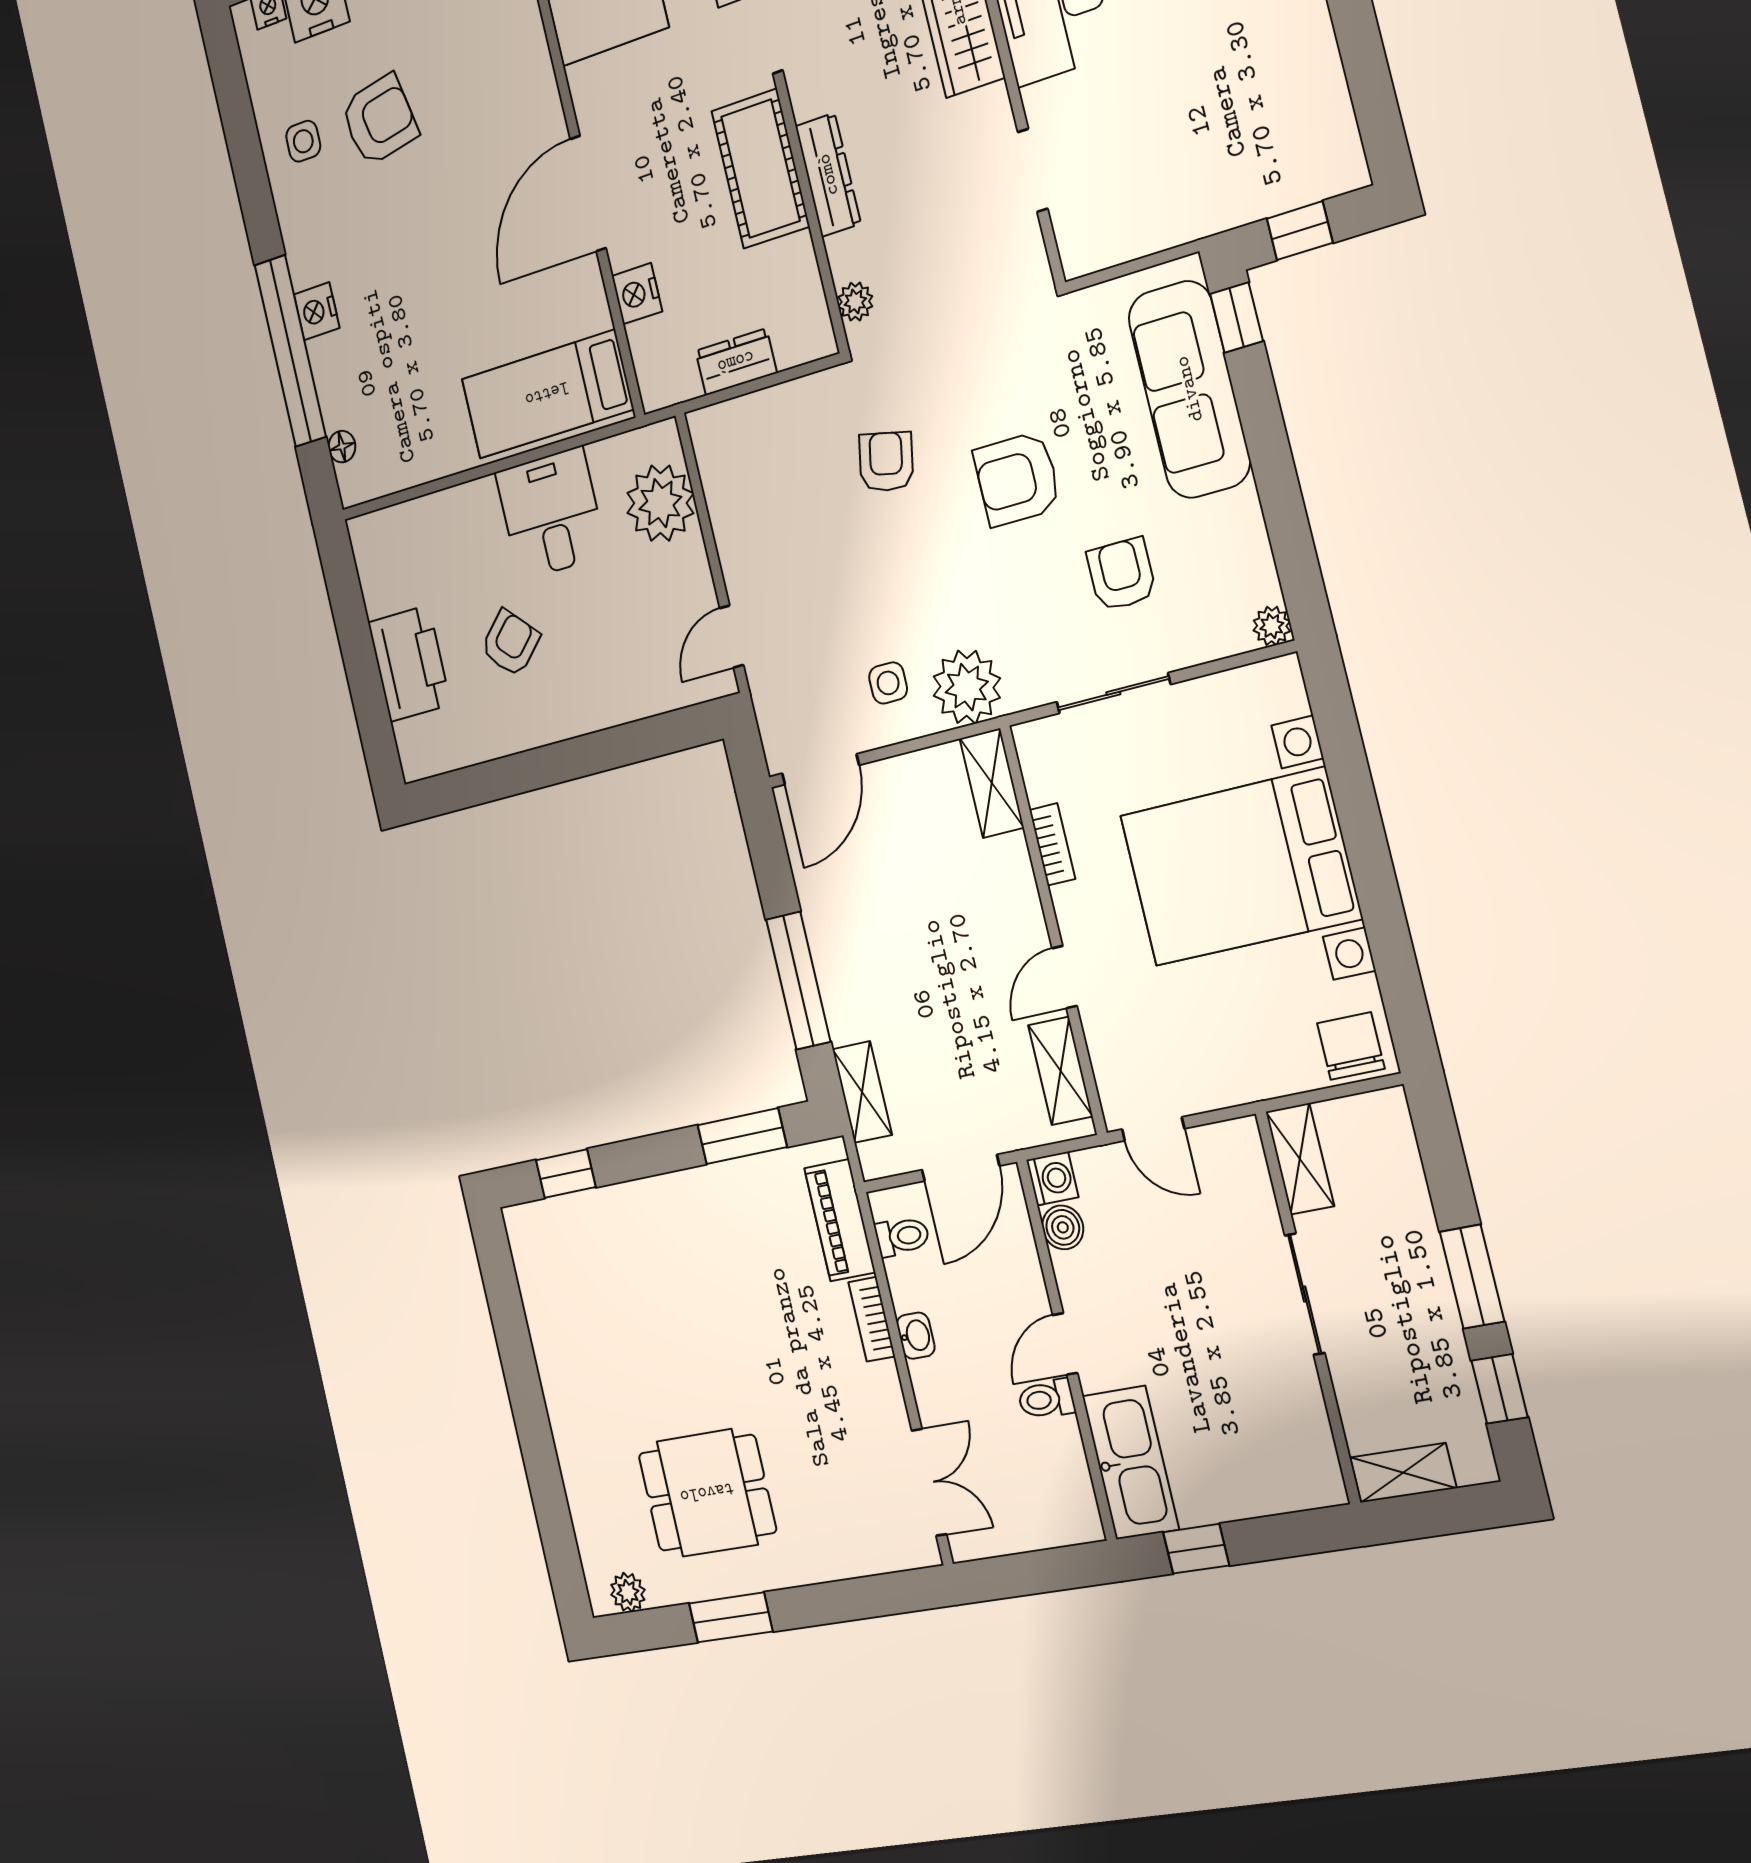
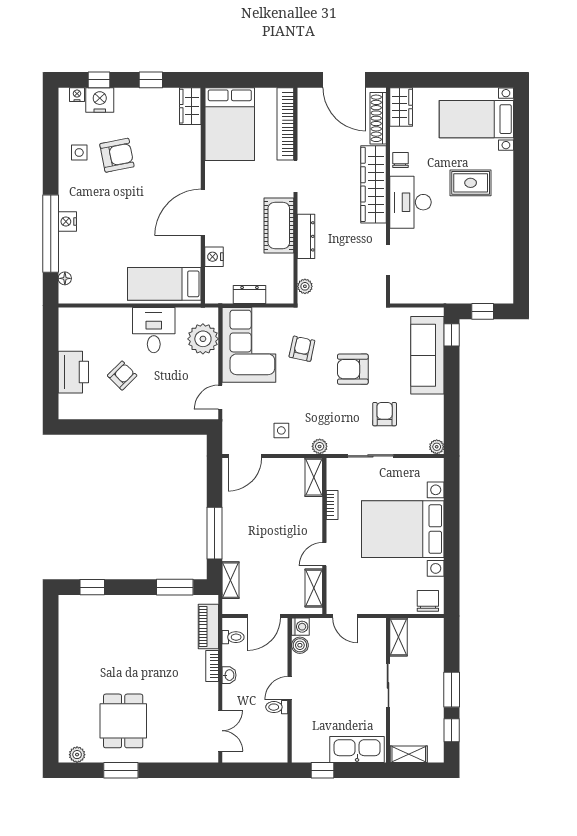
corner sofa: (764, 488) -> (249, 345), added
plant: (967, 687) -> (320, 446), width x0.53, depth x0.53
kitchen sink: (1131, 1463) -> (357, 749), moved, turned -90
dining table: (707, 1493) -> (123, 721), turned 90

